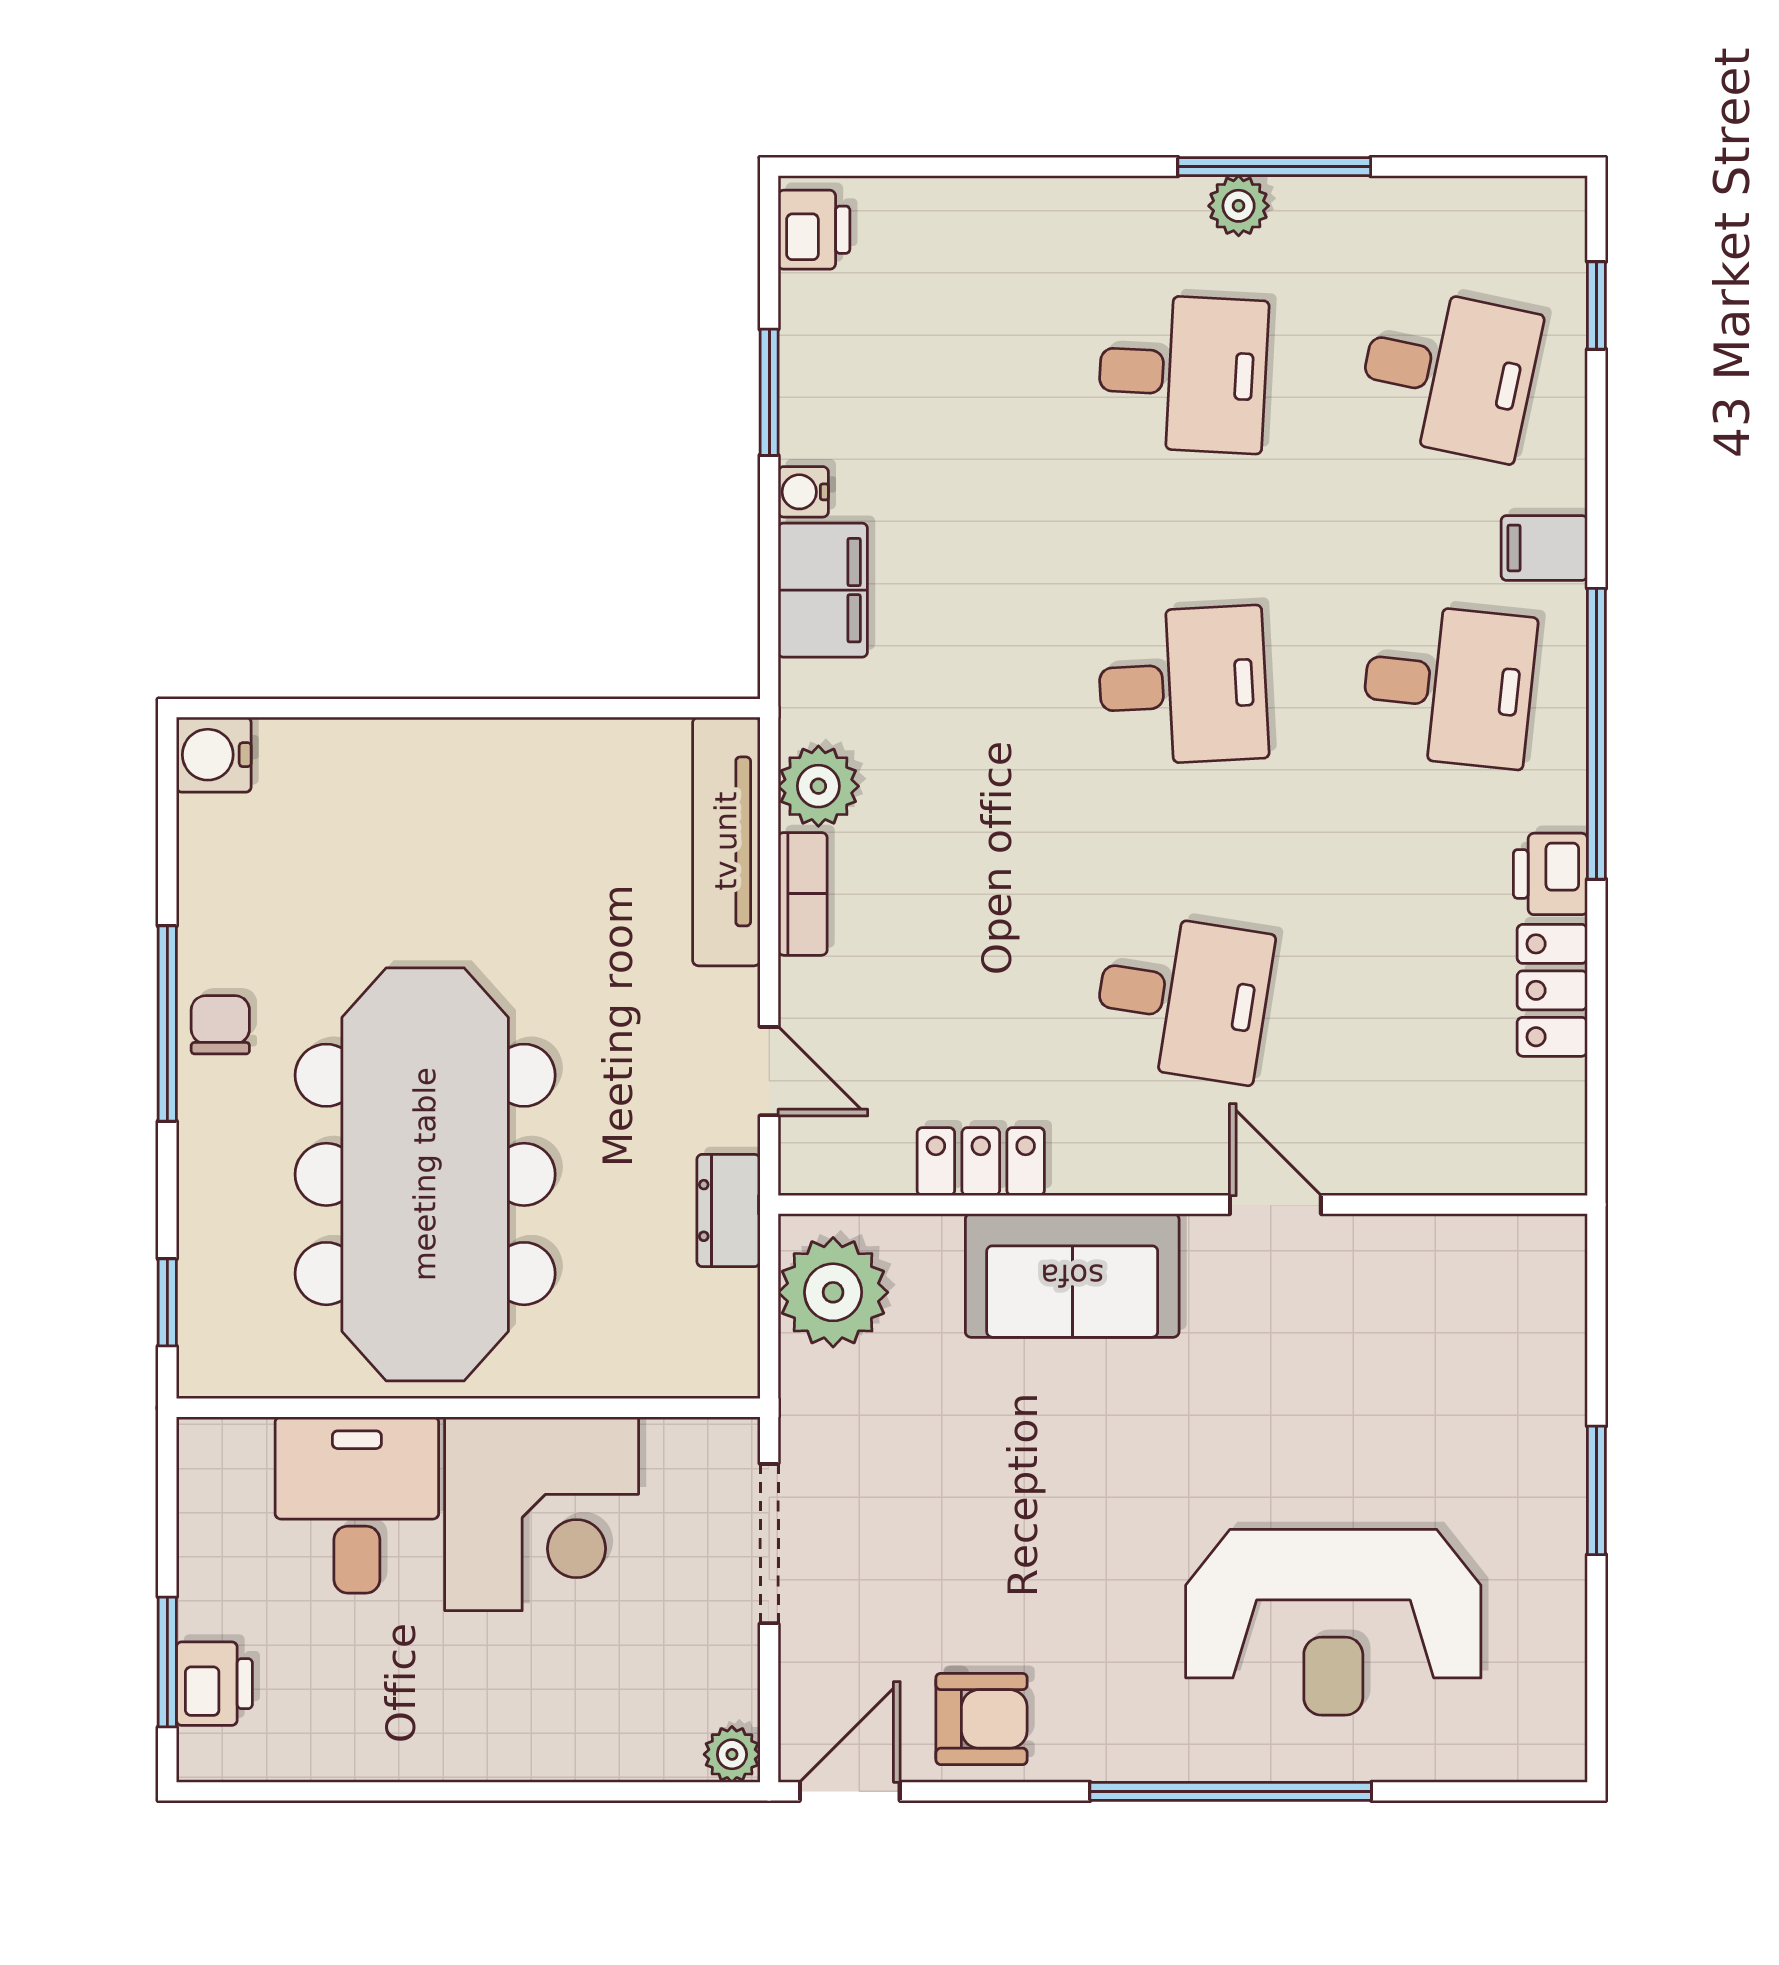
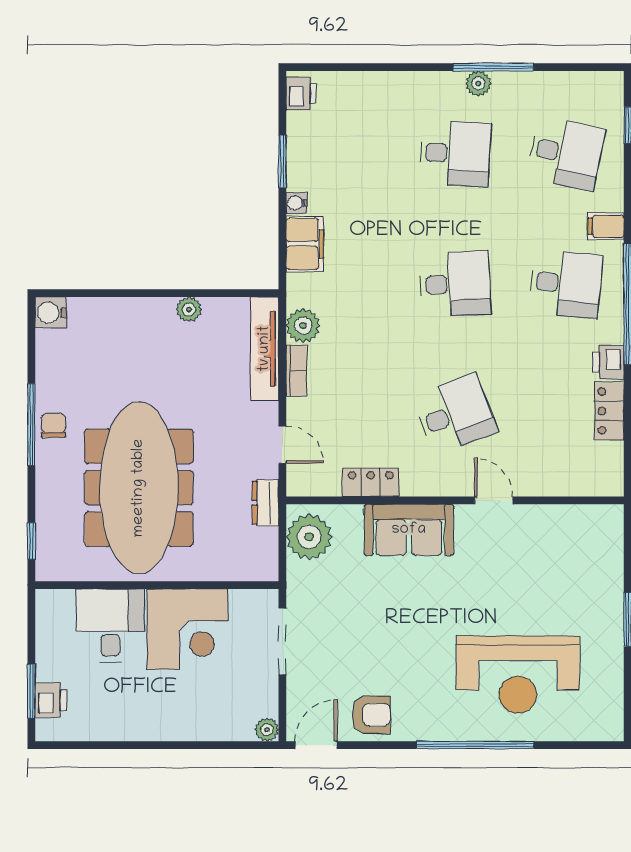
plant: (545, 747) -> (189, 309), added
desk: (1183, 998) -> (455, 414), turned -30

